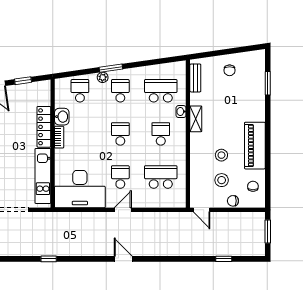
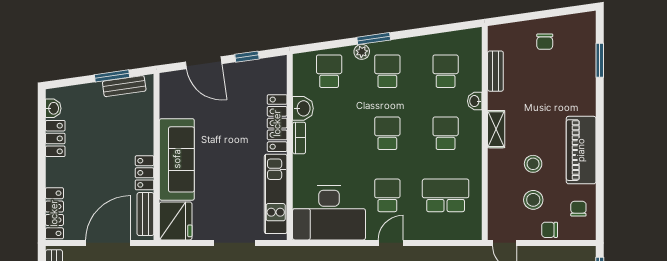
bench: (195, 78) -> (495, 71), moved
school desk: (161, 91) -> (446, 71), width x0.54
shelving: (196, 119) -> (496, 129), moved

